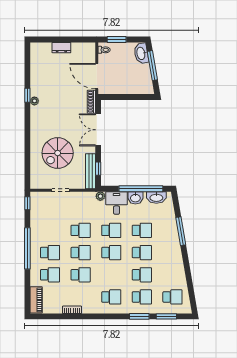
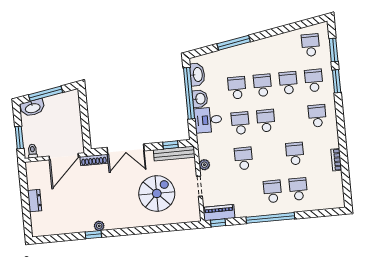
spiral stairs: (58, 153) -> (157, 193), turned -90
plant: (100, 196) -> (204, 165), moved
school desk: (81, 253) -> (269, 156), removed
piano: (36, 300) -> (219, 213), moved

